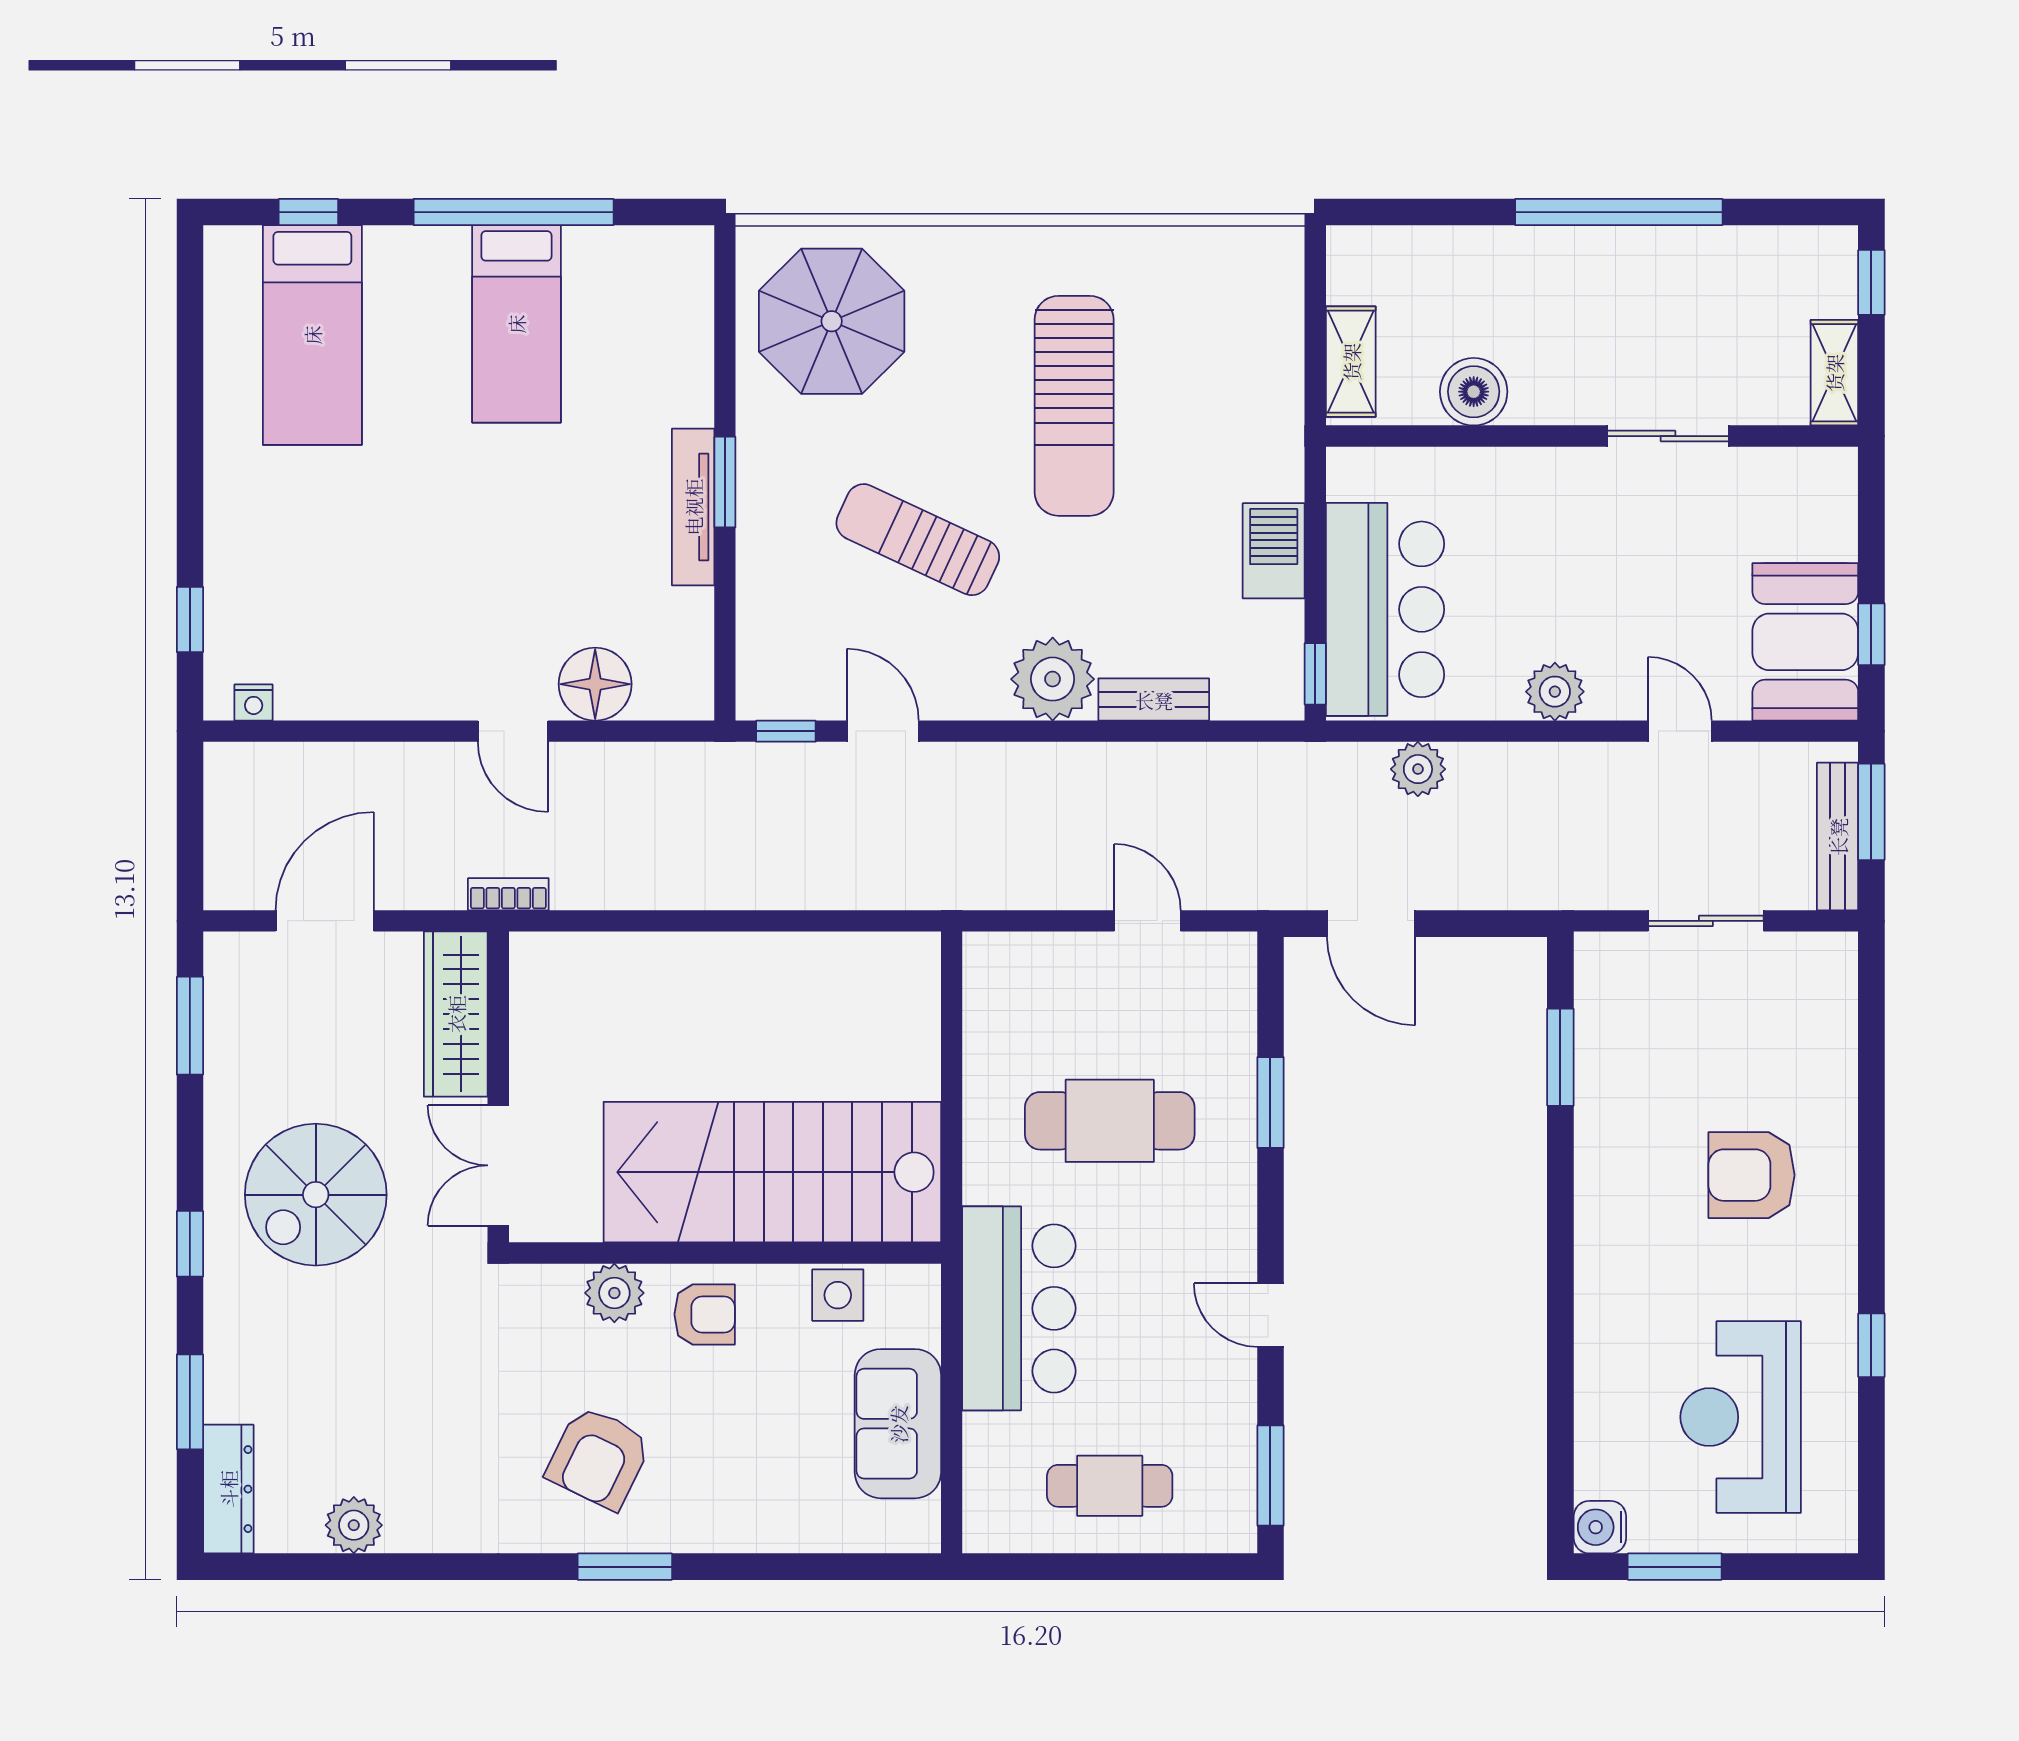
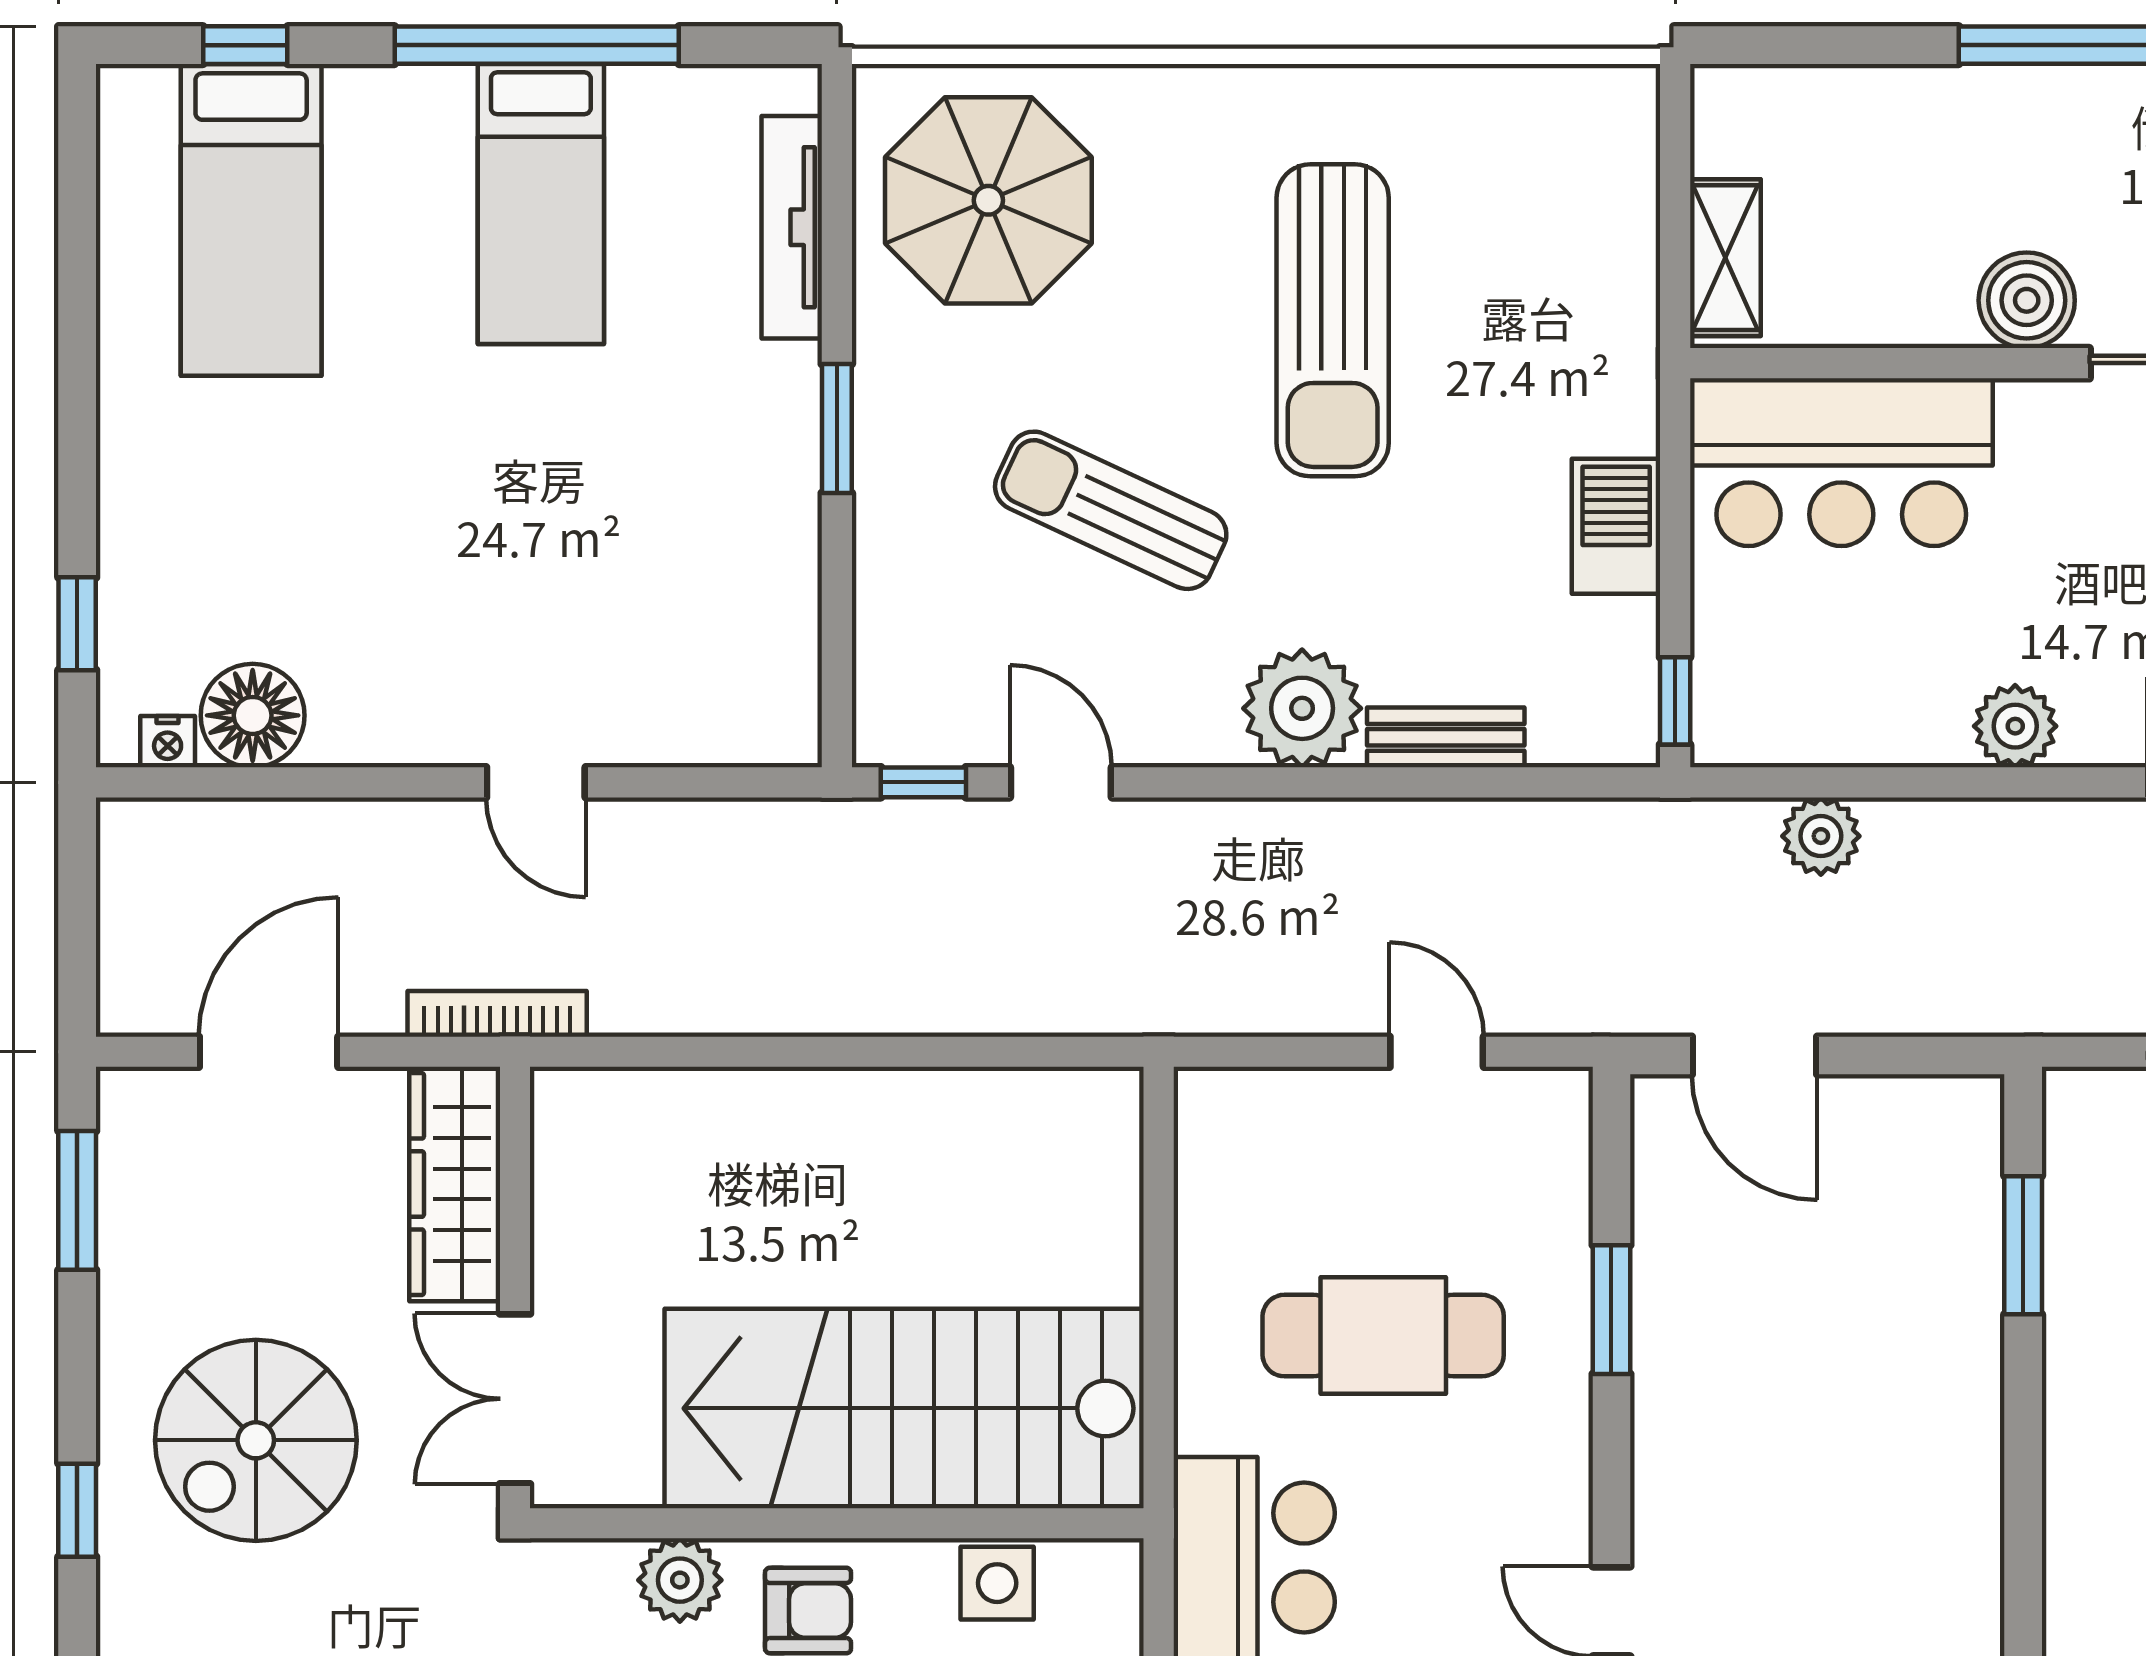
boiler: (1474, 392) -> (2027, 300), moved
tv unit: (693, 507) -> (792, 227), moved
bar counter: (1385, 609) -> (1841, 462), moved, turned 90
floor lamp: (595, 684) -> (253, 715), moved
bookcase: (508, 894) -> (497, 1014), width x1.56

